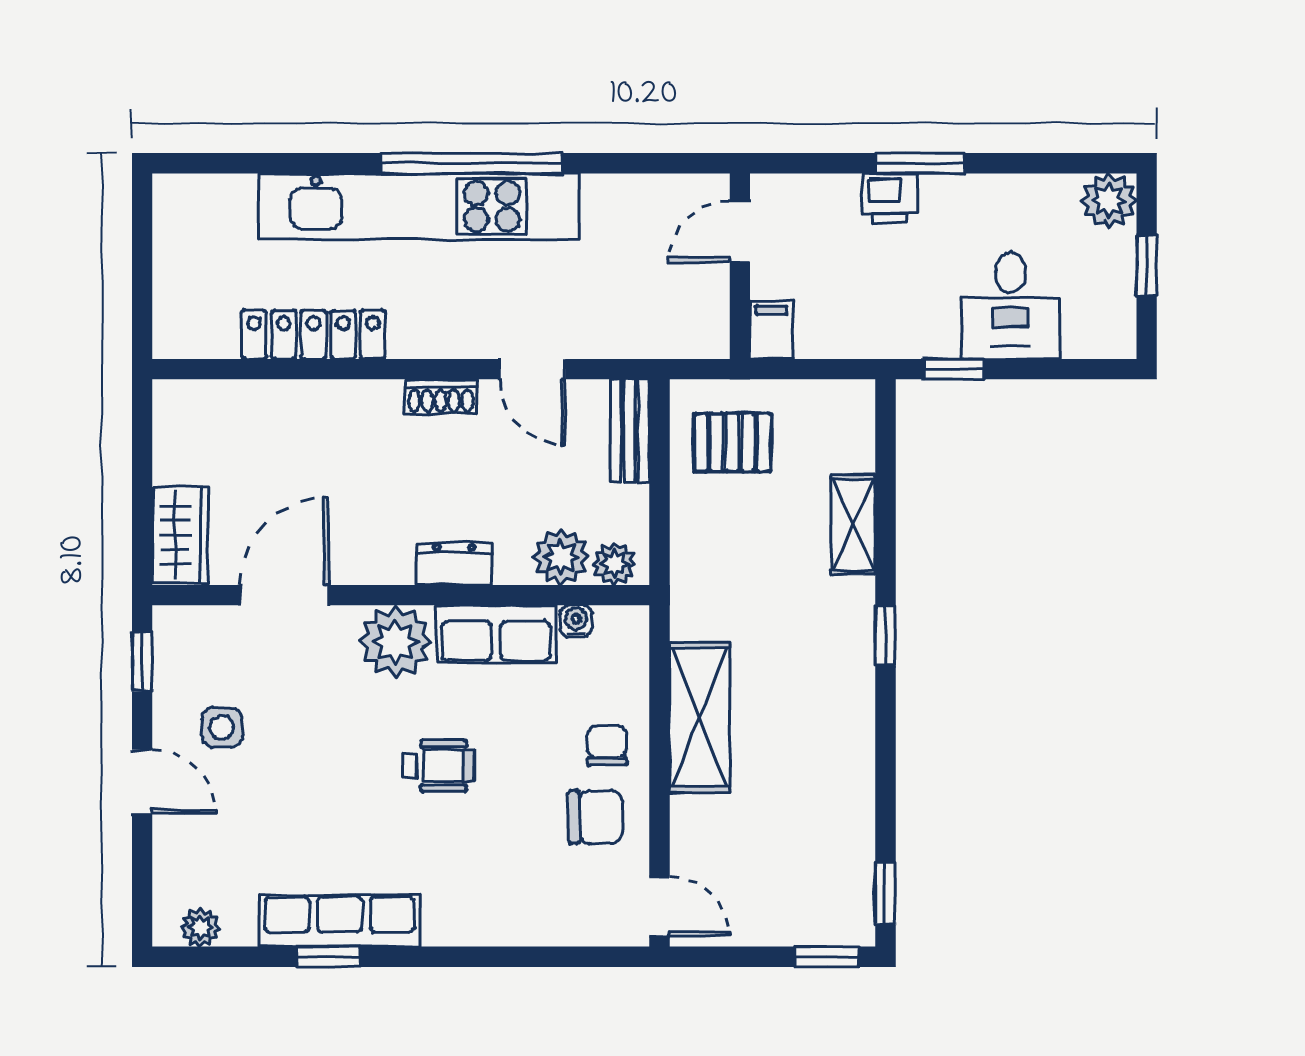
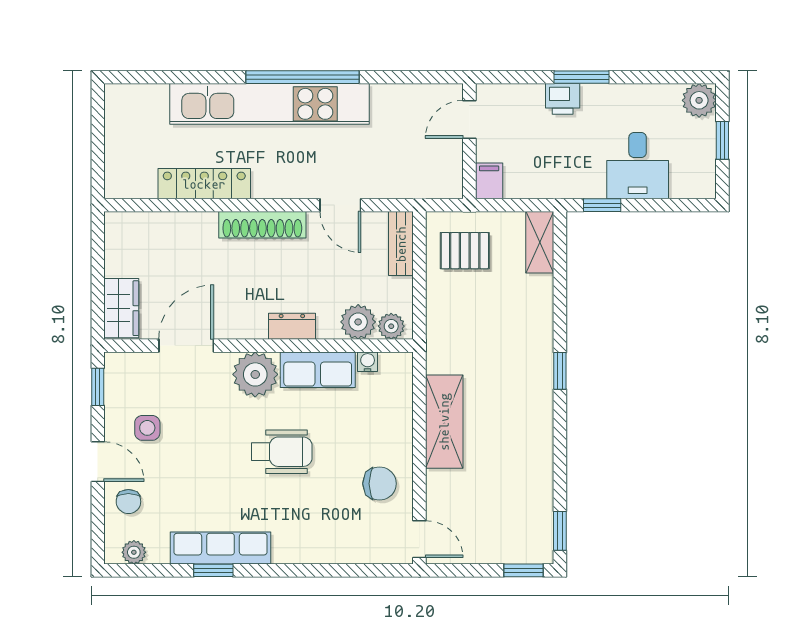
shoe rack: (441, 397) -> (262, 225), width x1.94, depth x1.24
shelving: (853, 525) -> (540, 242), moved
chair: (607, 745) -> (128, 502), moved, turned 180
wheelchair: (438, 766) -> (282, 452), width x1.36, depth x1.37

